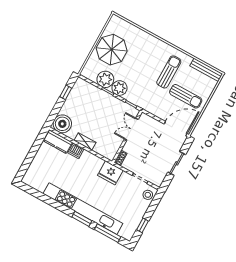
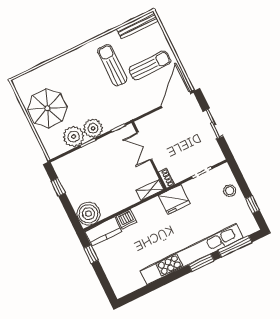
shelving: (85, 141) -> (150, 190), moved
window: (37, 144) -> (91, 254), added
stool: (148, 195) -> (230, 191), moved

